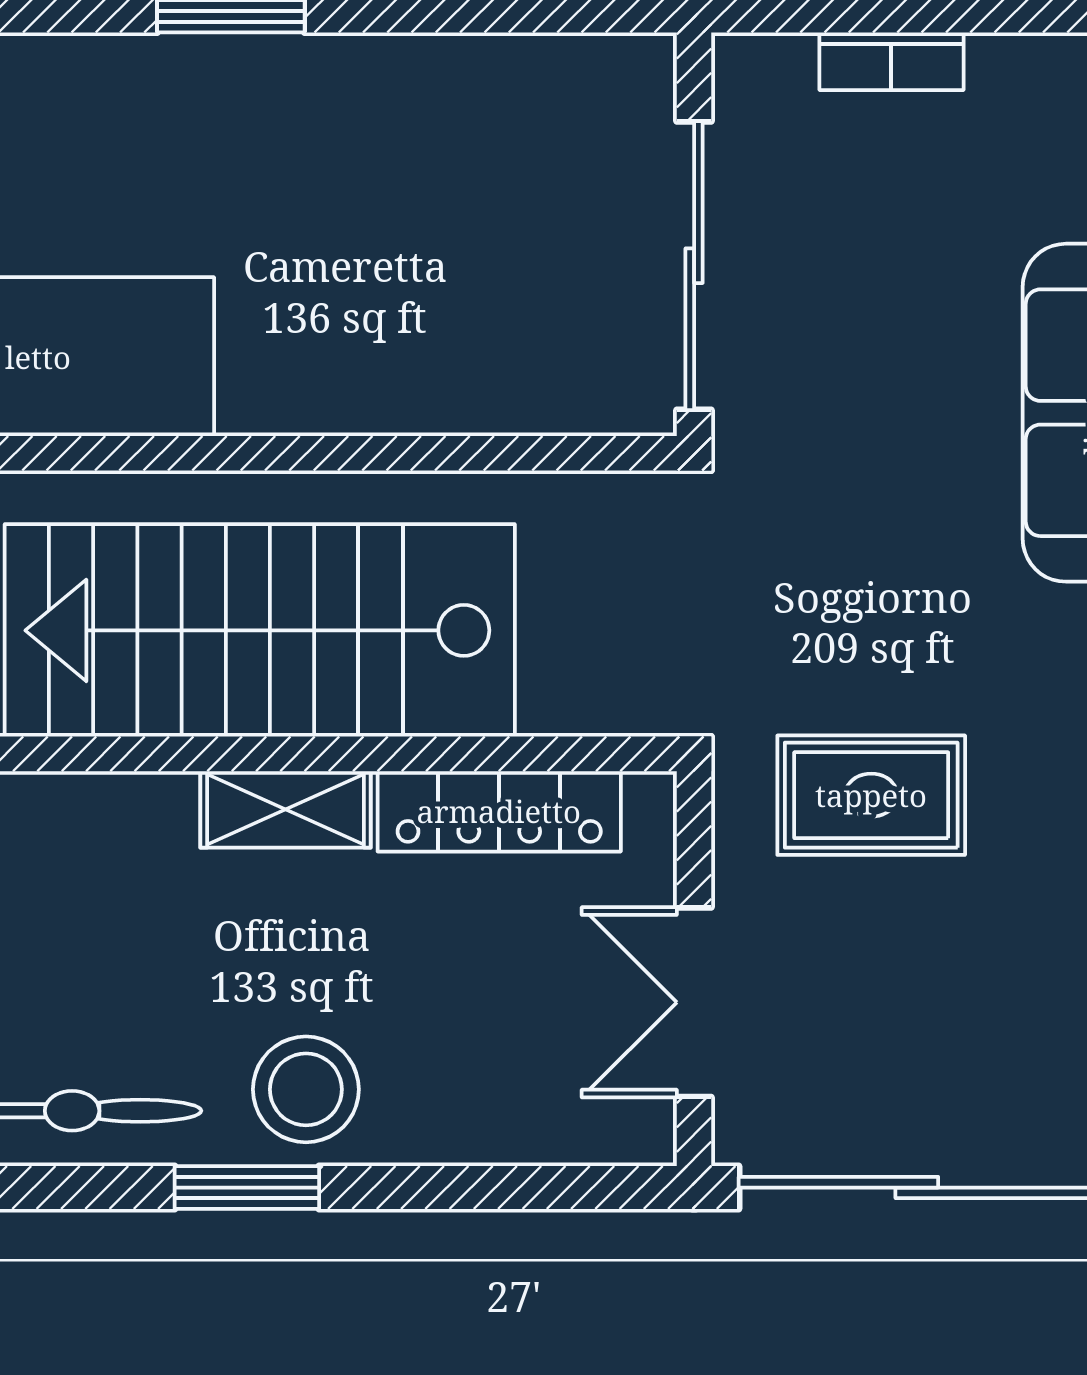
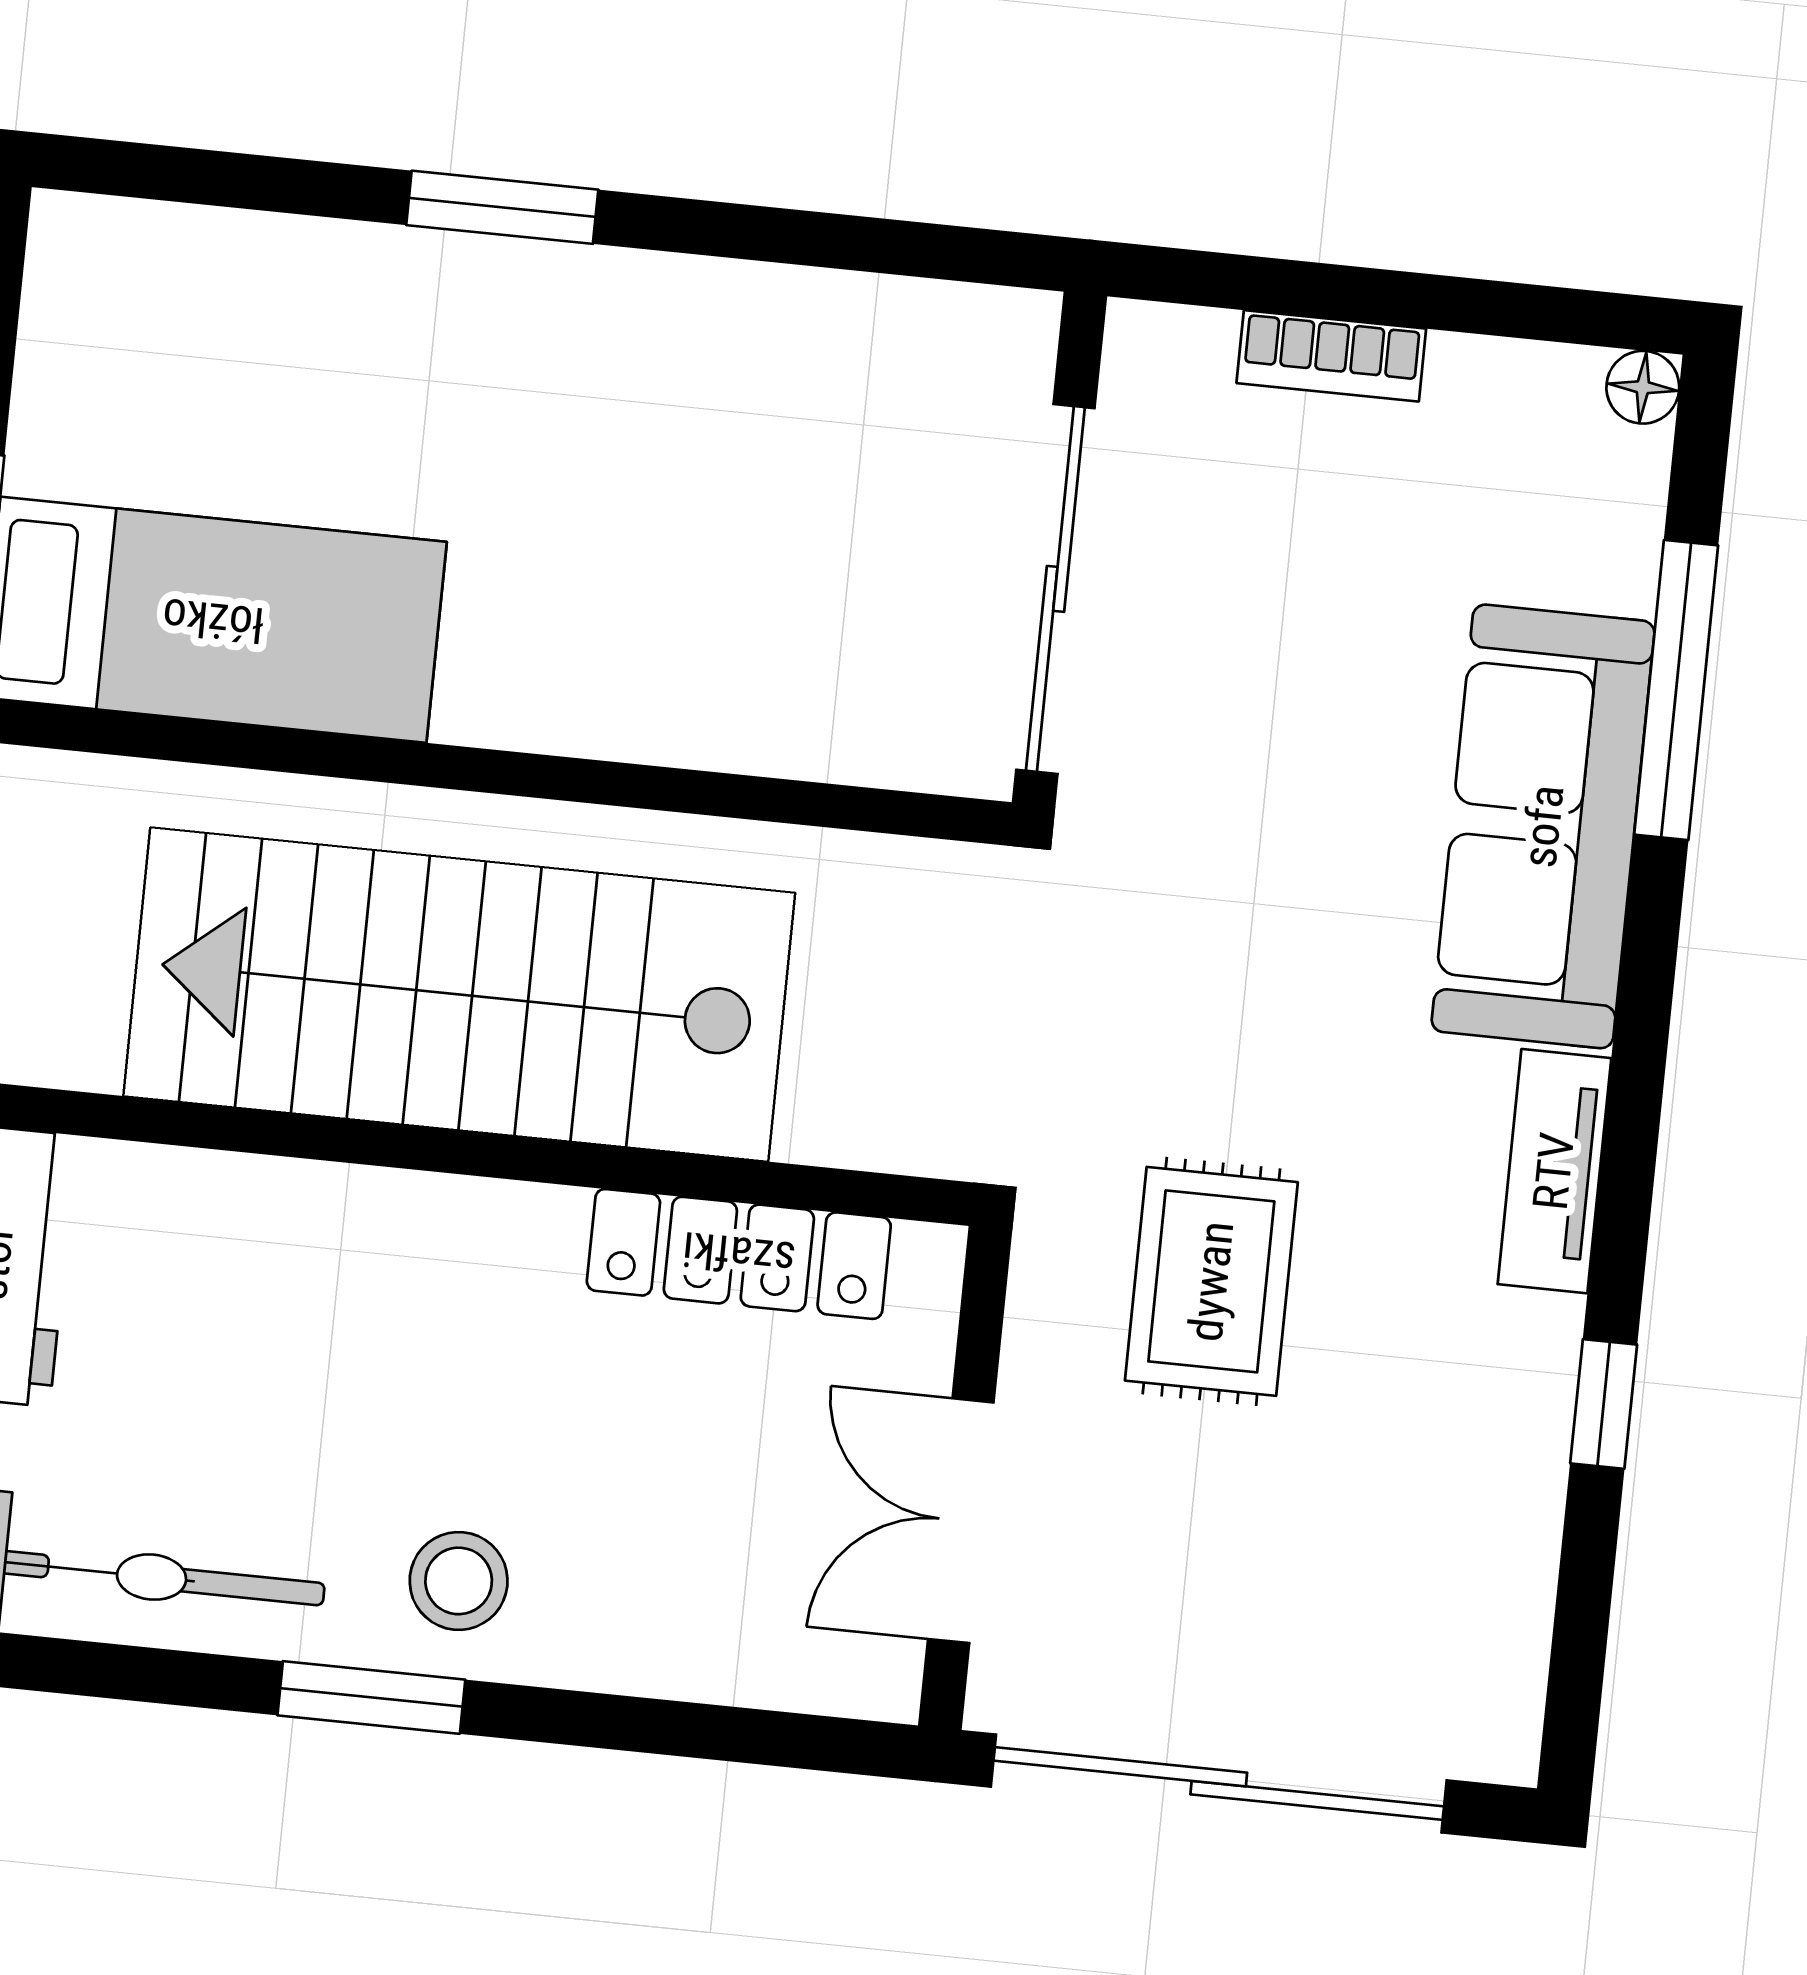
rug: (871, 795) -> (1211, 1281), turned 90
shelving: (286, 809) -> (469, 1224), removed
stool: (306, 1089) -> (459, 1581), width x0.73, depth x0.73

